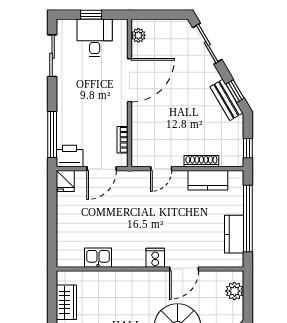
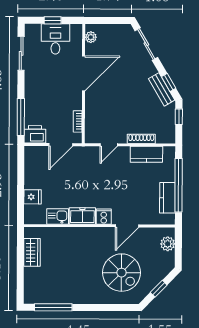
window: (248, 148) -> (179, 117), moved
fridge: (65, 181) -> (33, 197), moved, turned -90
freezer: (129, 257) -> (82, 216), added

